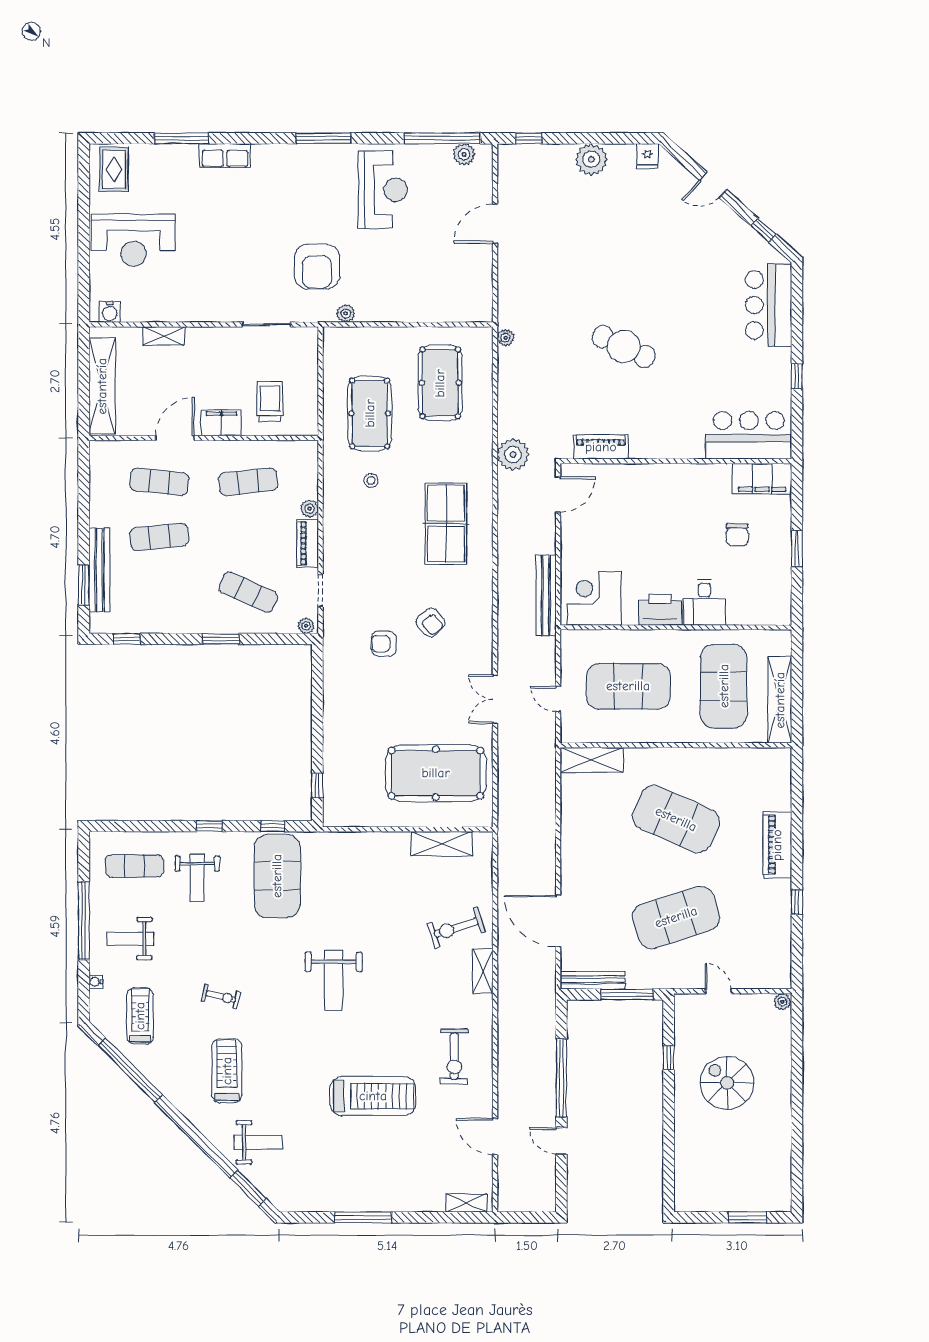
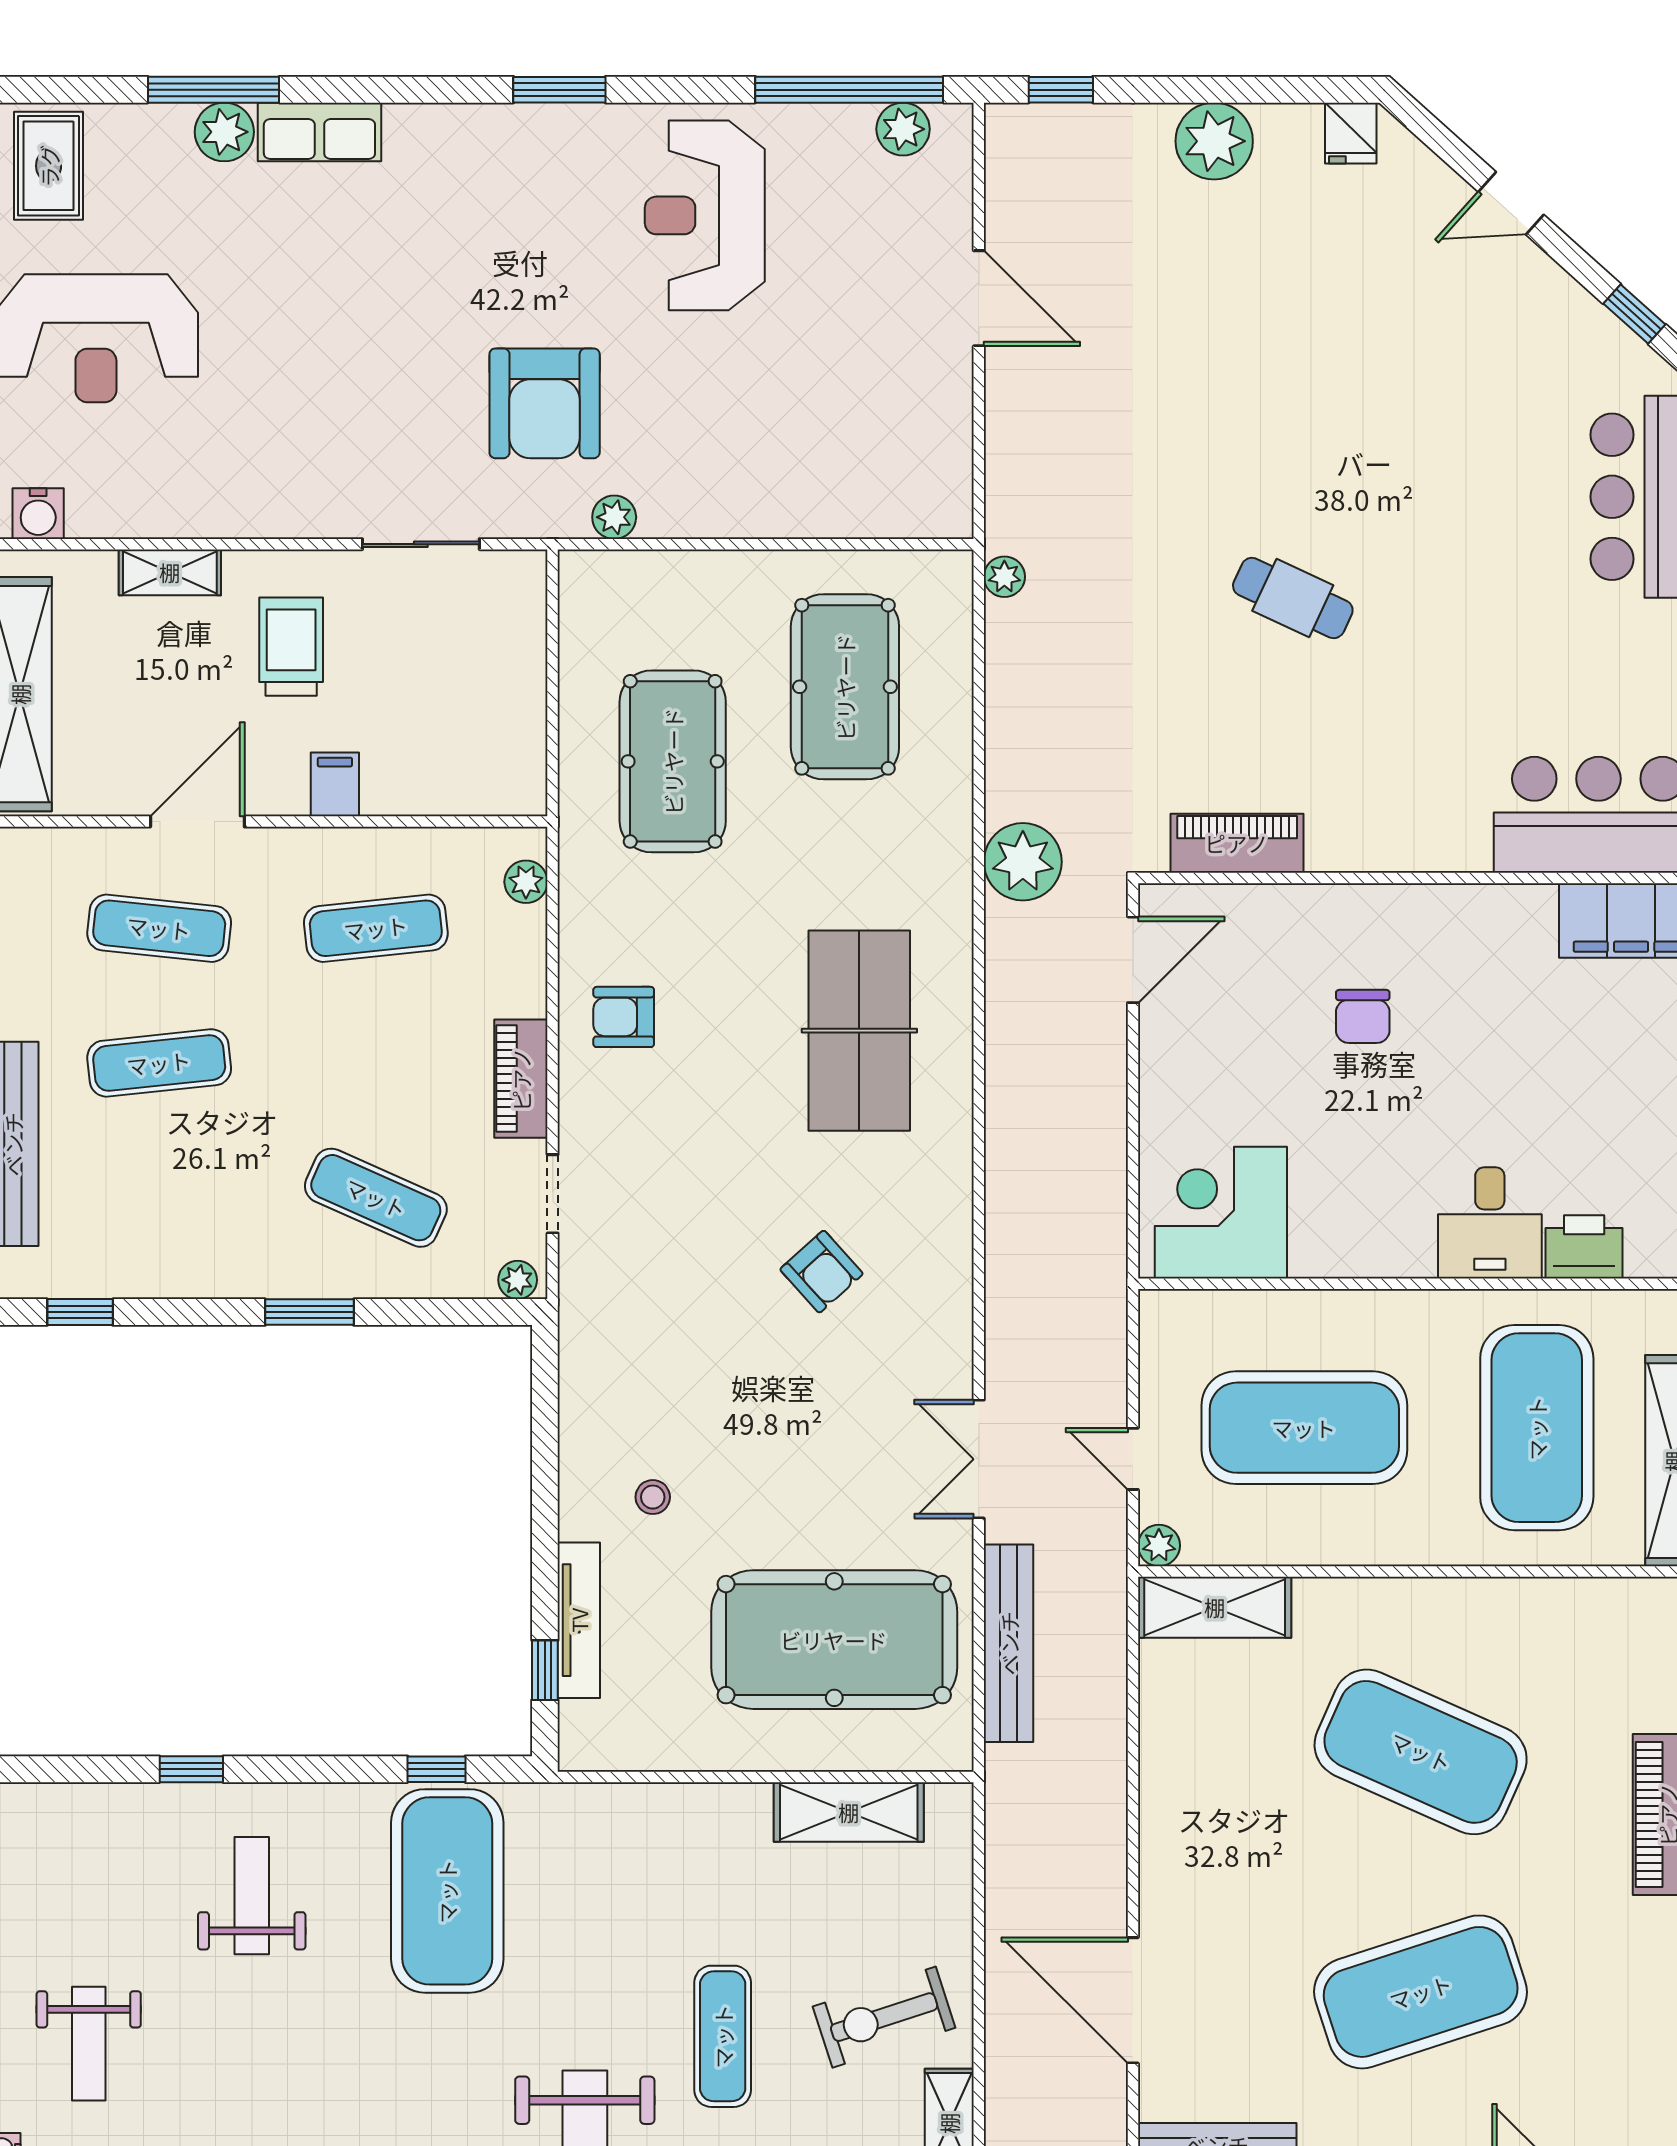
window: (323, 138) -> (559, 90), width x0.69
plant: (186, 156) -> (224, 132), added
reception desk: (383, 190) -> (705, 215), turned 180
door: (495, 224) -> (979, 298), swing flipped
cafe table: (624, 346) -> (1293, 598), width x0.73, depth x0.74
trolley: (270, 401) -> (291, 647), moved
filing cabinet: (221, 423) -> (335, 784), width x0.50
stool: (371, 481) -> (653, 1497), moved
plant: (310, 509) -> (526, 882), moved
chair: (737, 535) -> (1363, 1016), moved
bench: (546, 595) -> (1009, 1643), moved
printer: (660, 610) -> (1584, 1247), moved, width x0.73, depth x0.84
armchair: (384, 644) -> (624, 1017), moved
plant: (569, 735) -> (1159, 1545), added
tv unit: (331, 765) -> (579, 1620), added
window: (209, 826) -> (191, 1769), moved
exercise mat: (134, 866) -> (723, 2036), moved, turned 90
weight bench: (197, 878) -> (252, 1896), turned 180
weight bench: (130, 939) -> (89, 2044), turned -90

